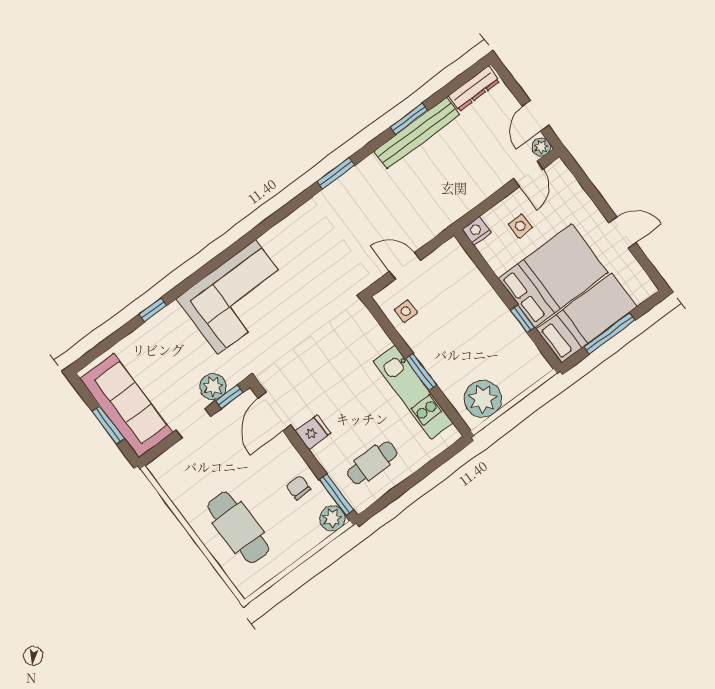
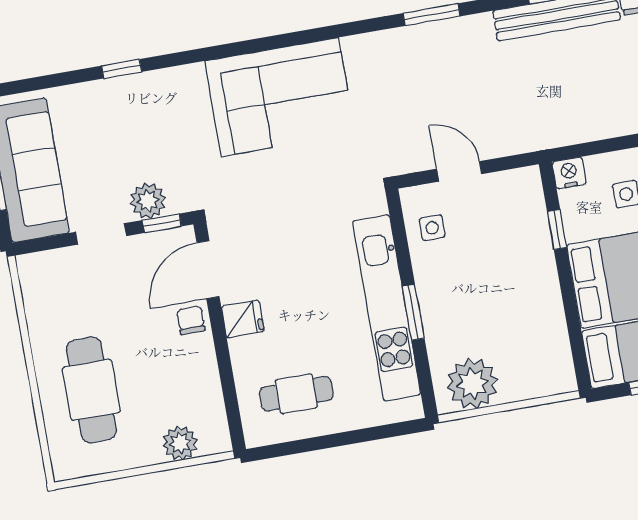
corner sofa: (237, 297) -> (280, 97), moved
window: (522, 319) -> (557, 229), moved
kitchen unit: (413, 392) -> (387, 308), width x1.36
chair: (298, 488) -> (191, 320), moved
window: (336, 495) -> (233, 411), removed
plant: (332, 518) -> (180, 443), moved

